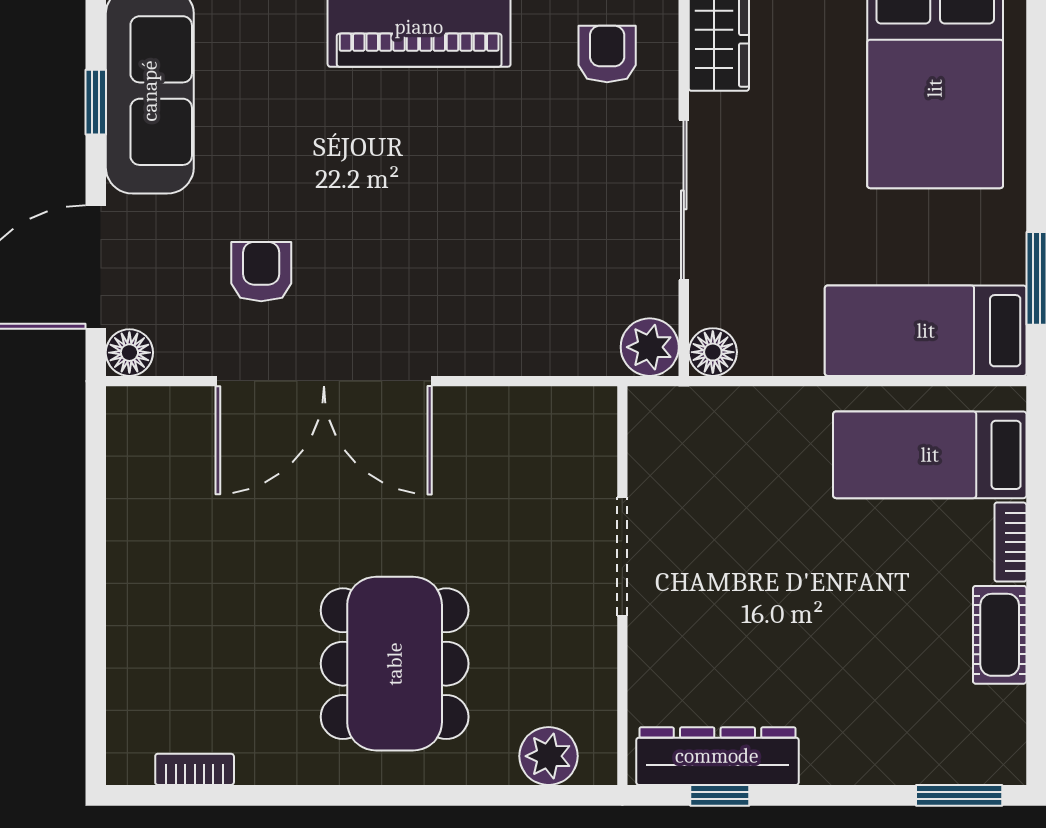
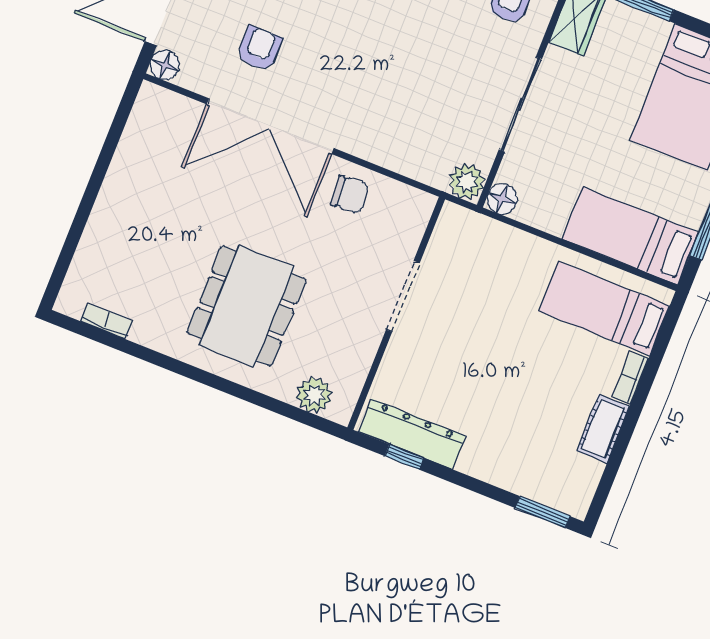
chair: (482, 436) -> (350, 195), added

